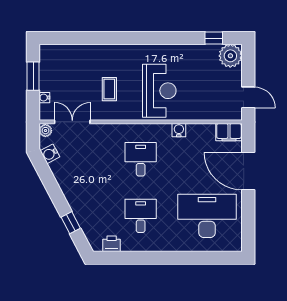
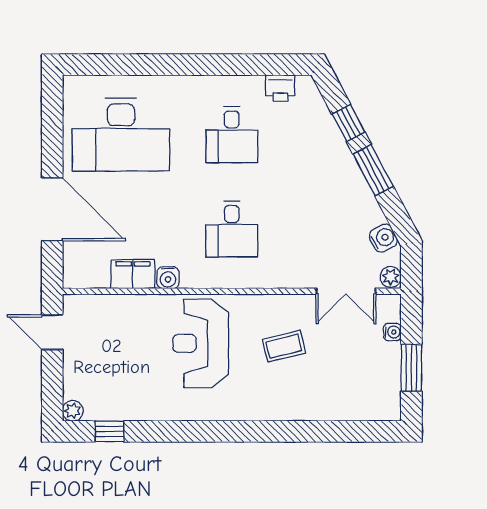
plant: (230, 56) -> (73, 411), width x0.53, depth x0.53
coffee table: (109, 89) -> (284, 346), turned 76
filing cabinet: (229, 132) -> (133, 274), moved
window: (56, 194) -> (373, 170), added

